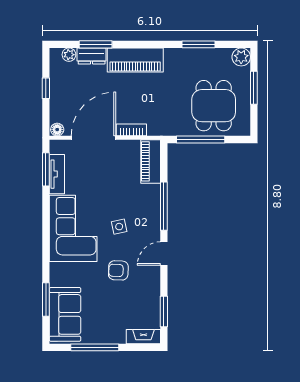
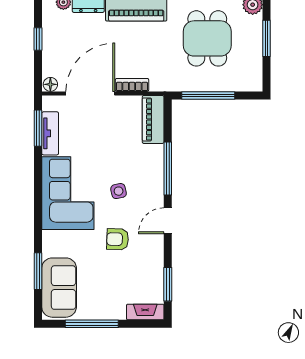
dining table: (214, 106) -> (207, 38), moved

